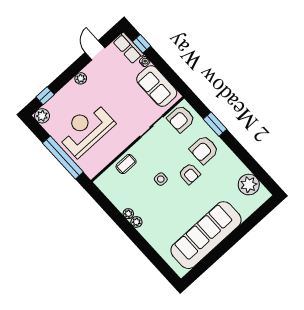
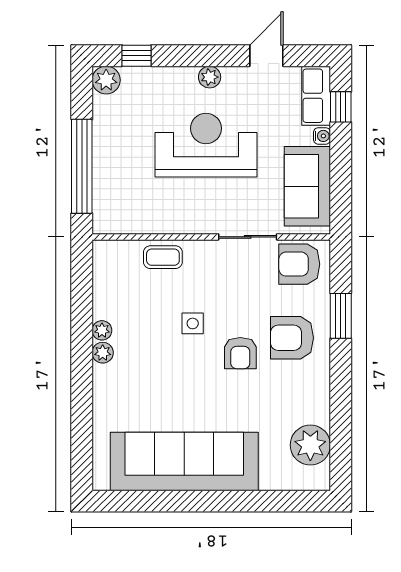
reception desk: (86, 129) -> (206, 145), moved

